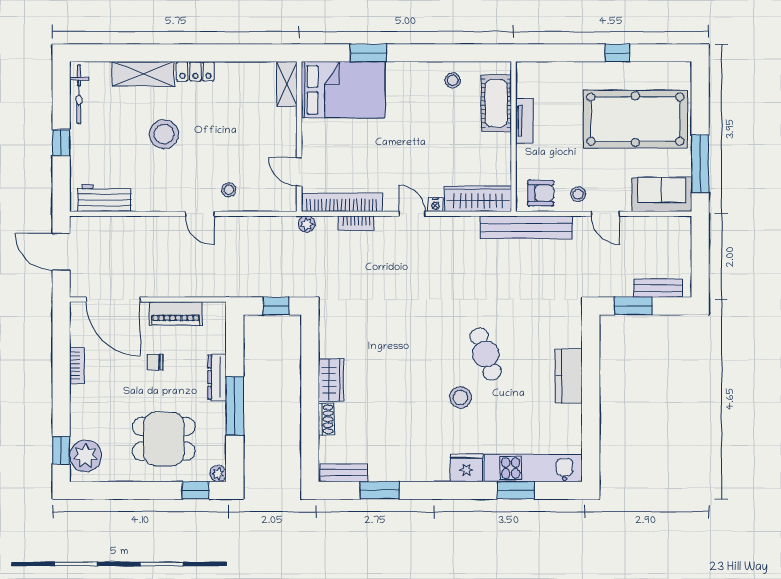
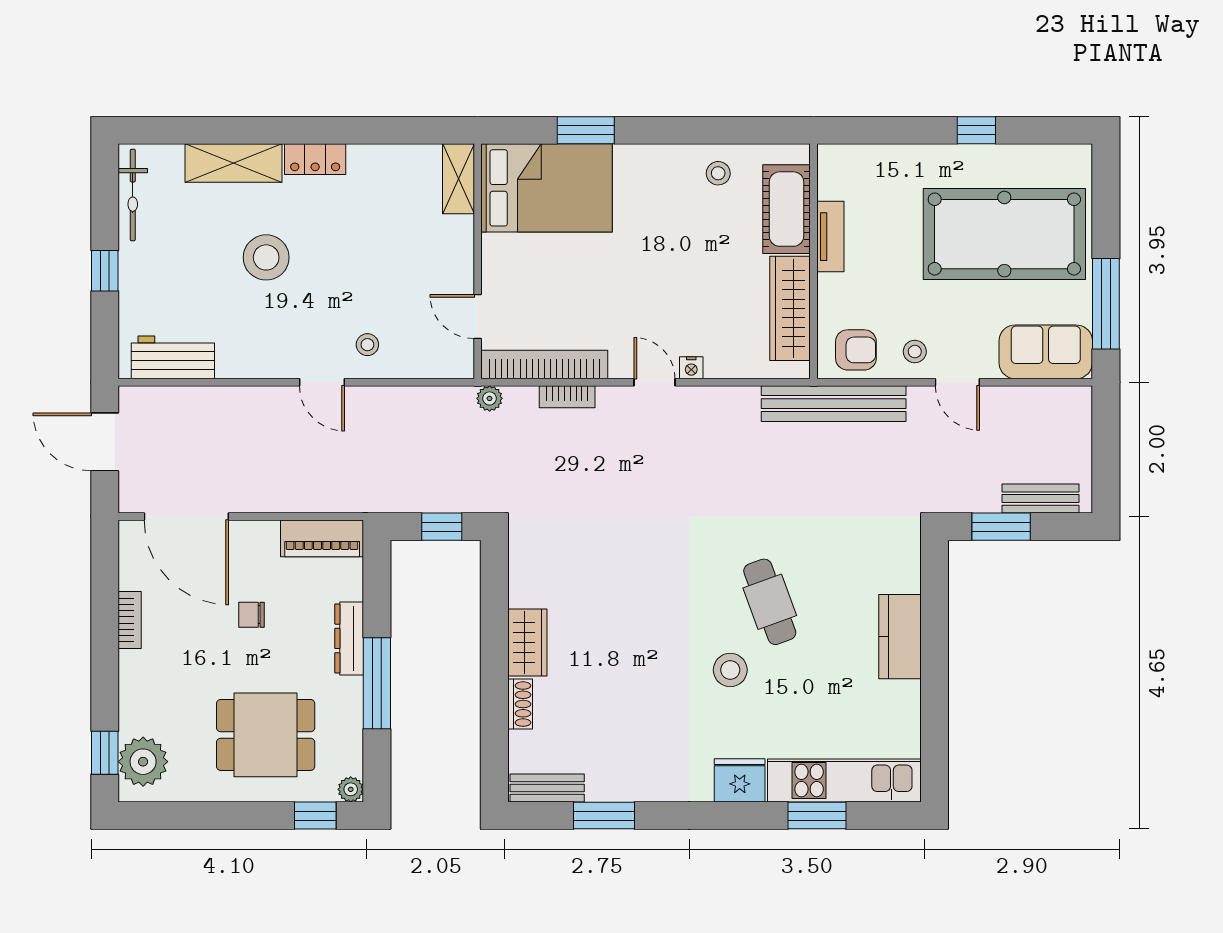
wardrobe: (478, 199) -> (790, 308), moved, turned -90
piano: (176, 313) -> (322, 538), moved

